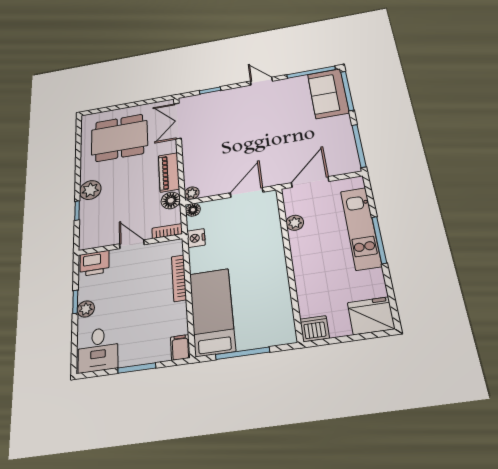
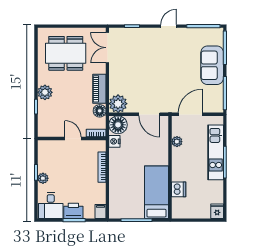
door: (261, 81) -> (169, 26), hinge flipped
sofa: (328, 93) -> (212, 65), moved
door: (247, 192) -> (149, 114), swing flipped
plant: (192, 193) -> (118, 104), width x1.88, depth x1.88
floor lamp: (193, 210) -> (118, 125), width x1.89, depth x1.89
printer: (95, 263) -> (73, 211), moved, turned 180
bed: (212, 312) -> (156, 192), moved
fridge: (371, 316) -> (217, 211), width x0.53, depth x0.75
dishwasher: (315, 329) -> (179, 189), moved, turned 90

